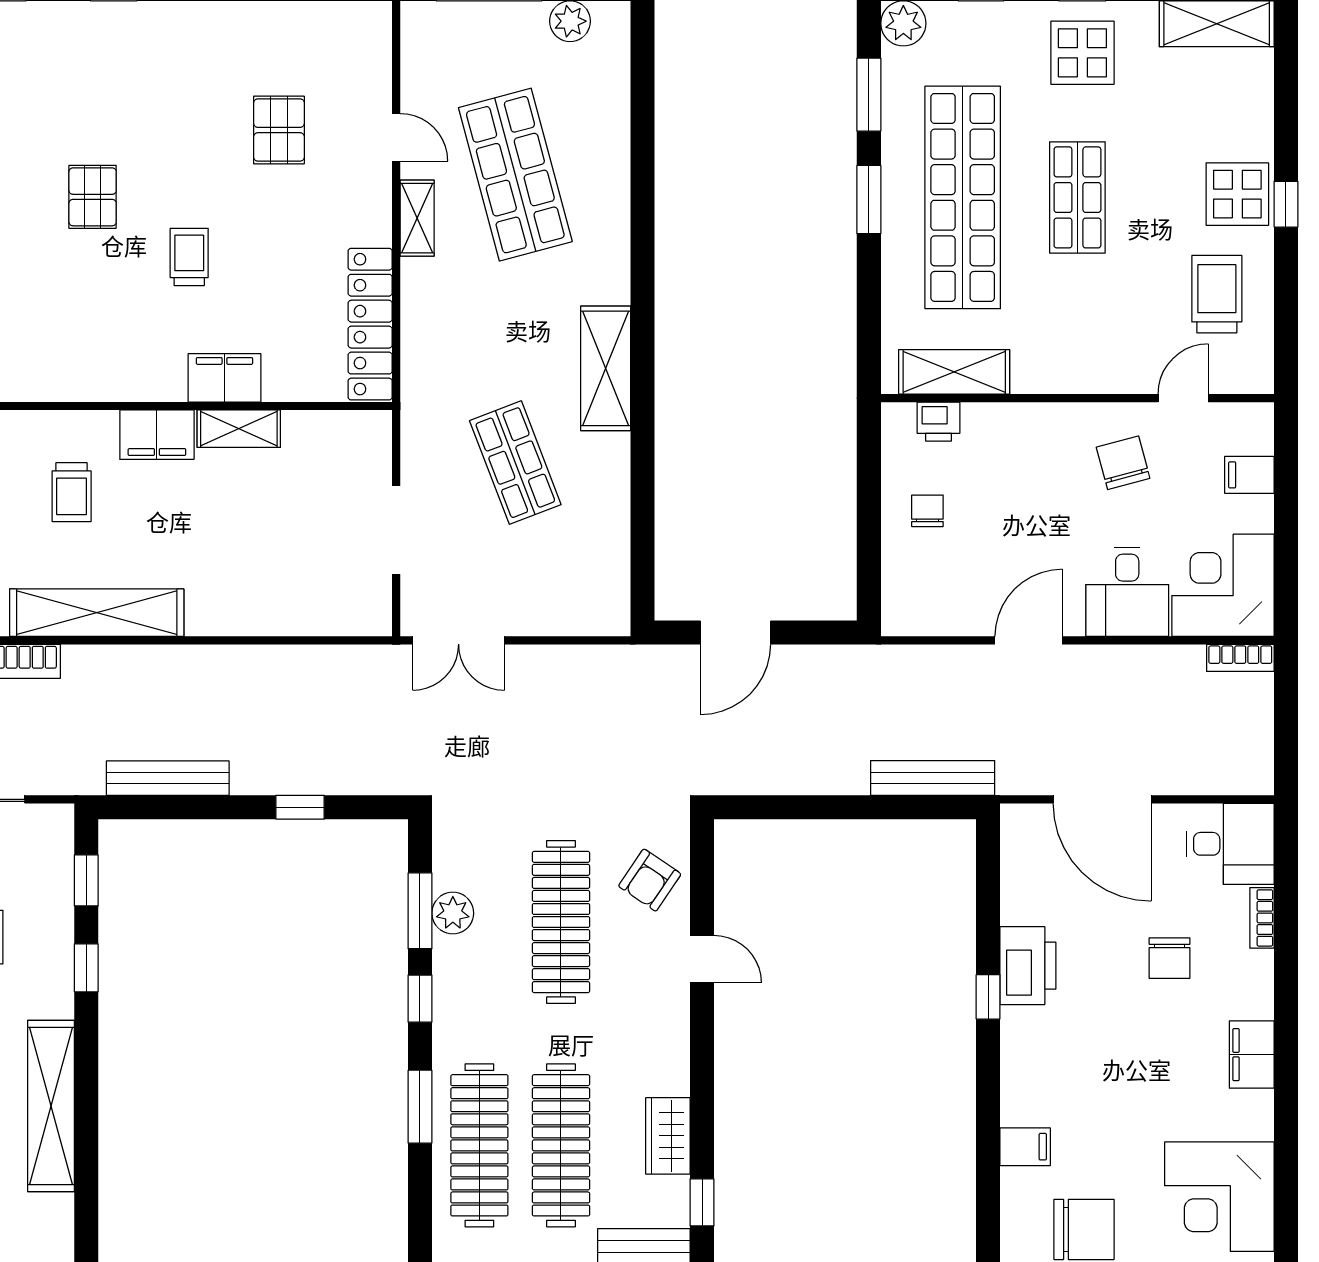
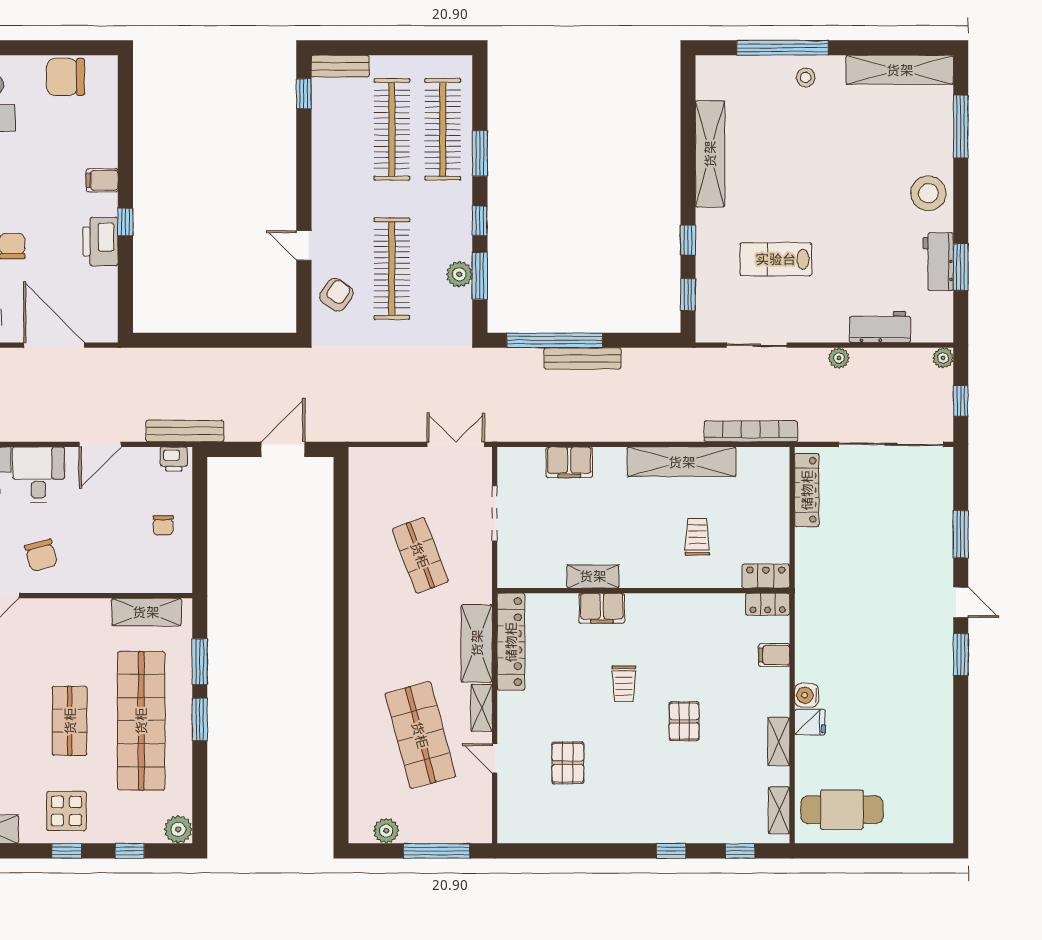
window: (869, 95) -> (200, 662), moved
shelving: (606, 368) -> (477, 643), moved
printer: (938, 422) -> (174, 459), moved, turned 180
filing cabinet: (157, 435) -> (569, 462), moved, turned 180
bench: (168, 778) -> (582, 358), moved
bench: (933, 778) -> (185, 431), moved
window: (300, 807) -> (555, 340), width x3.17
wardrobe: (668, 1136) -> (325, 135), removed
filing cabinet: (1025, 1147) -> (102, 180), moved

